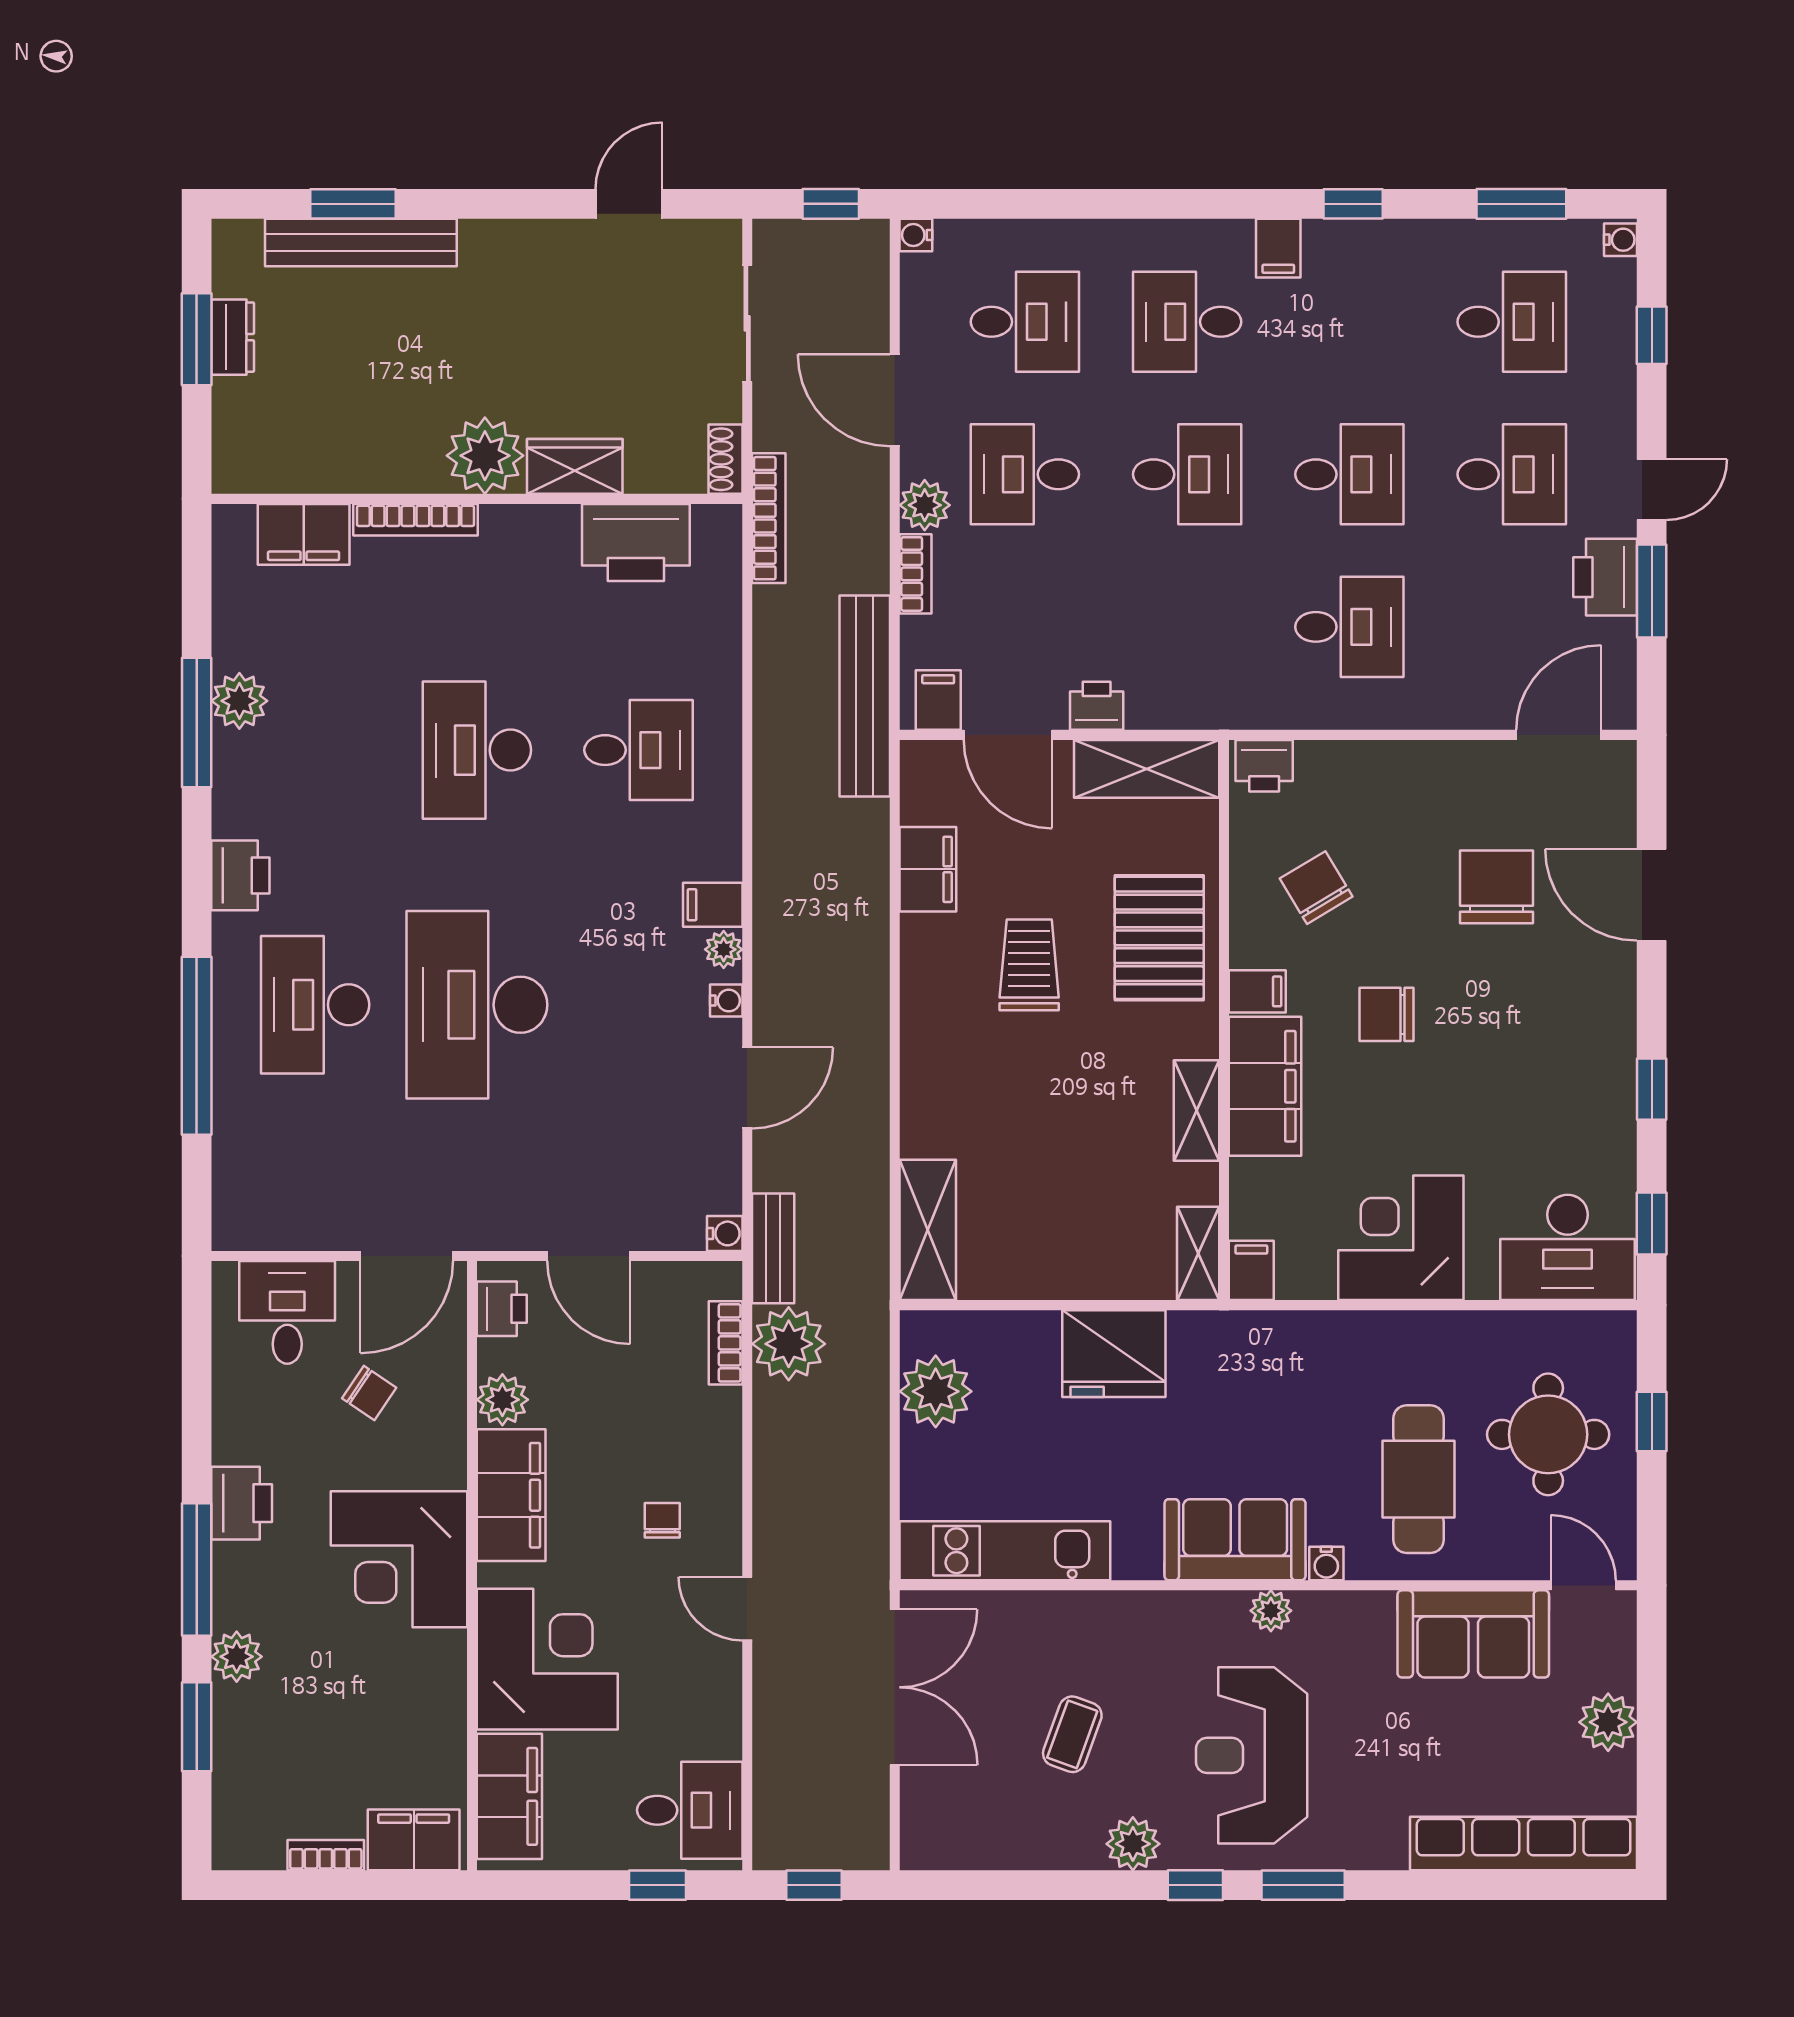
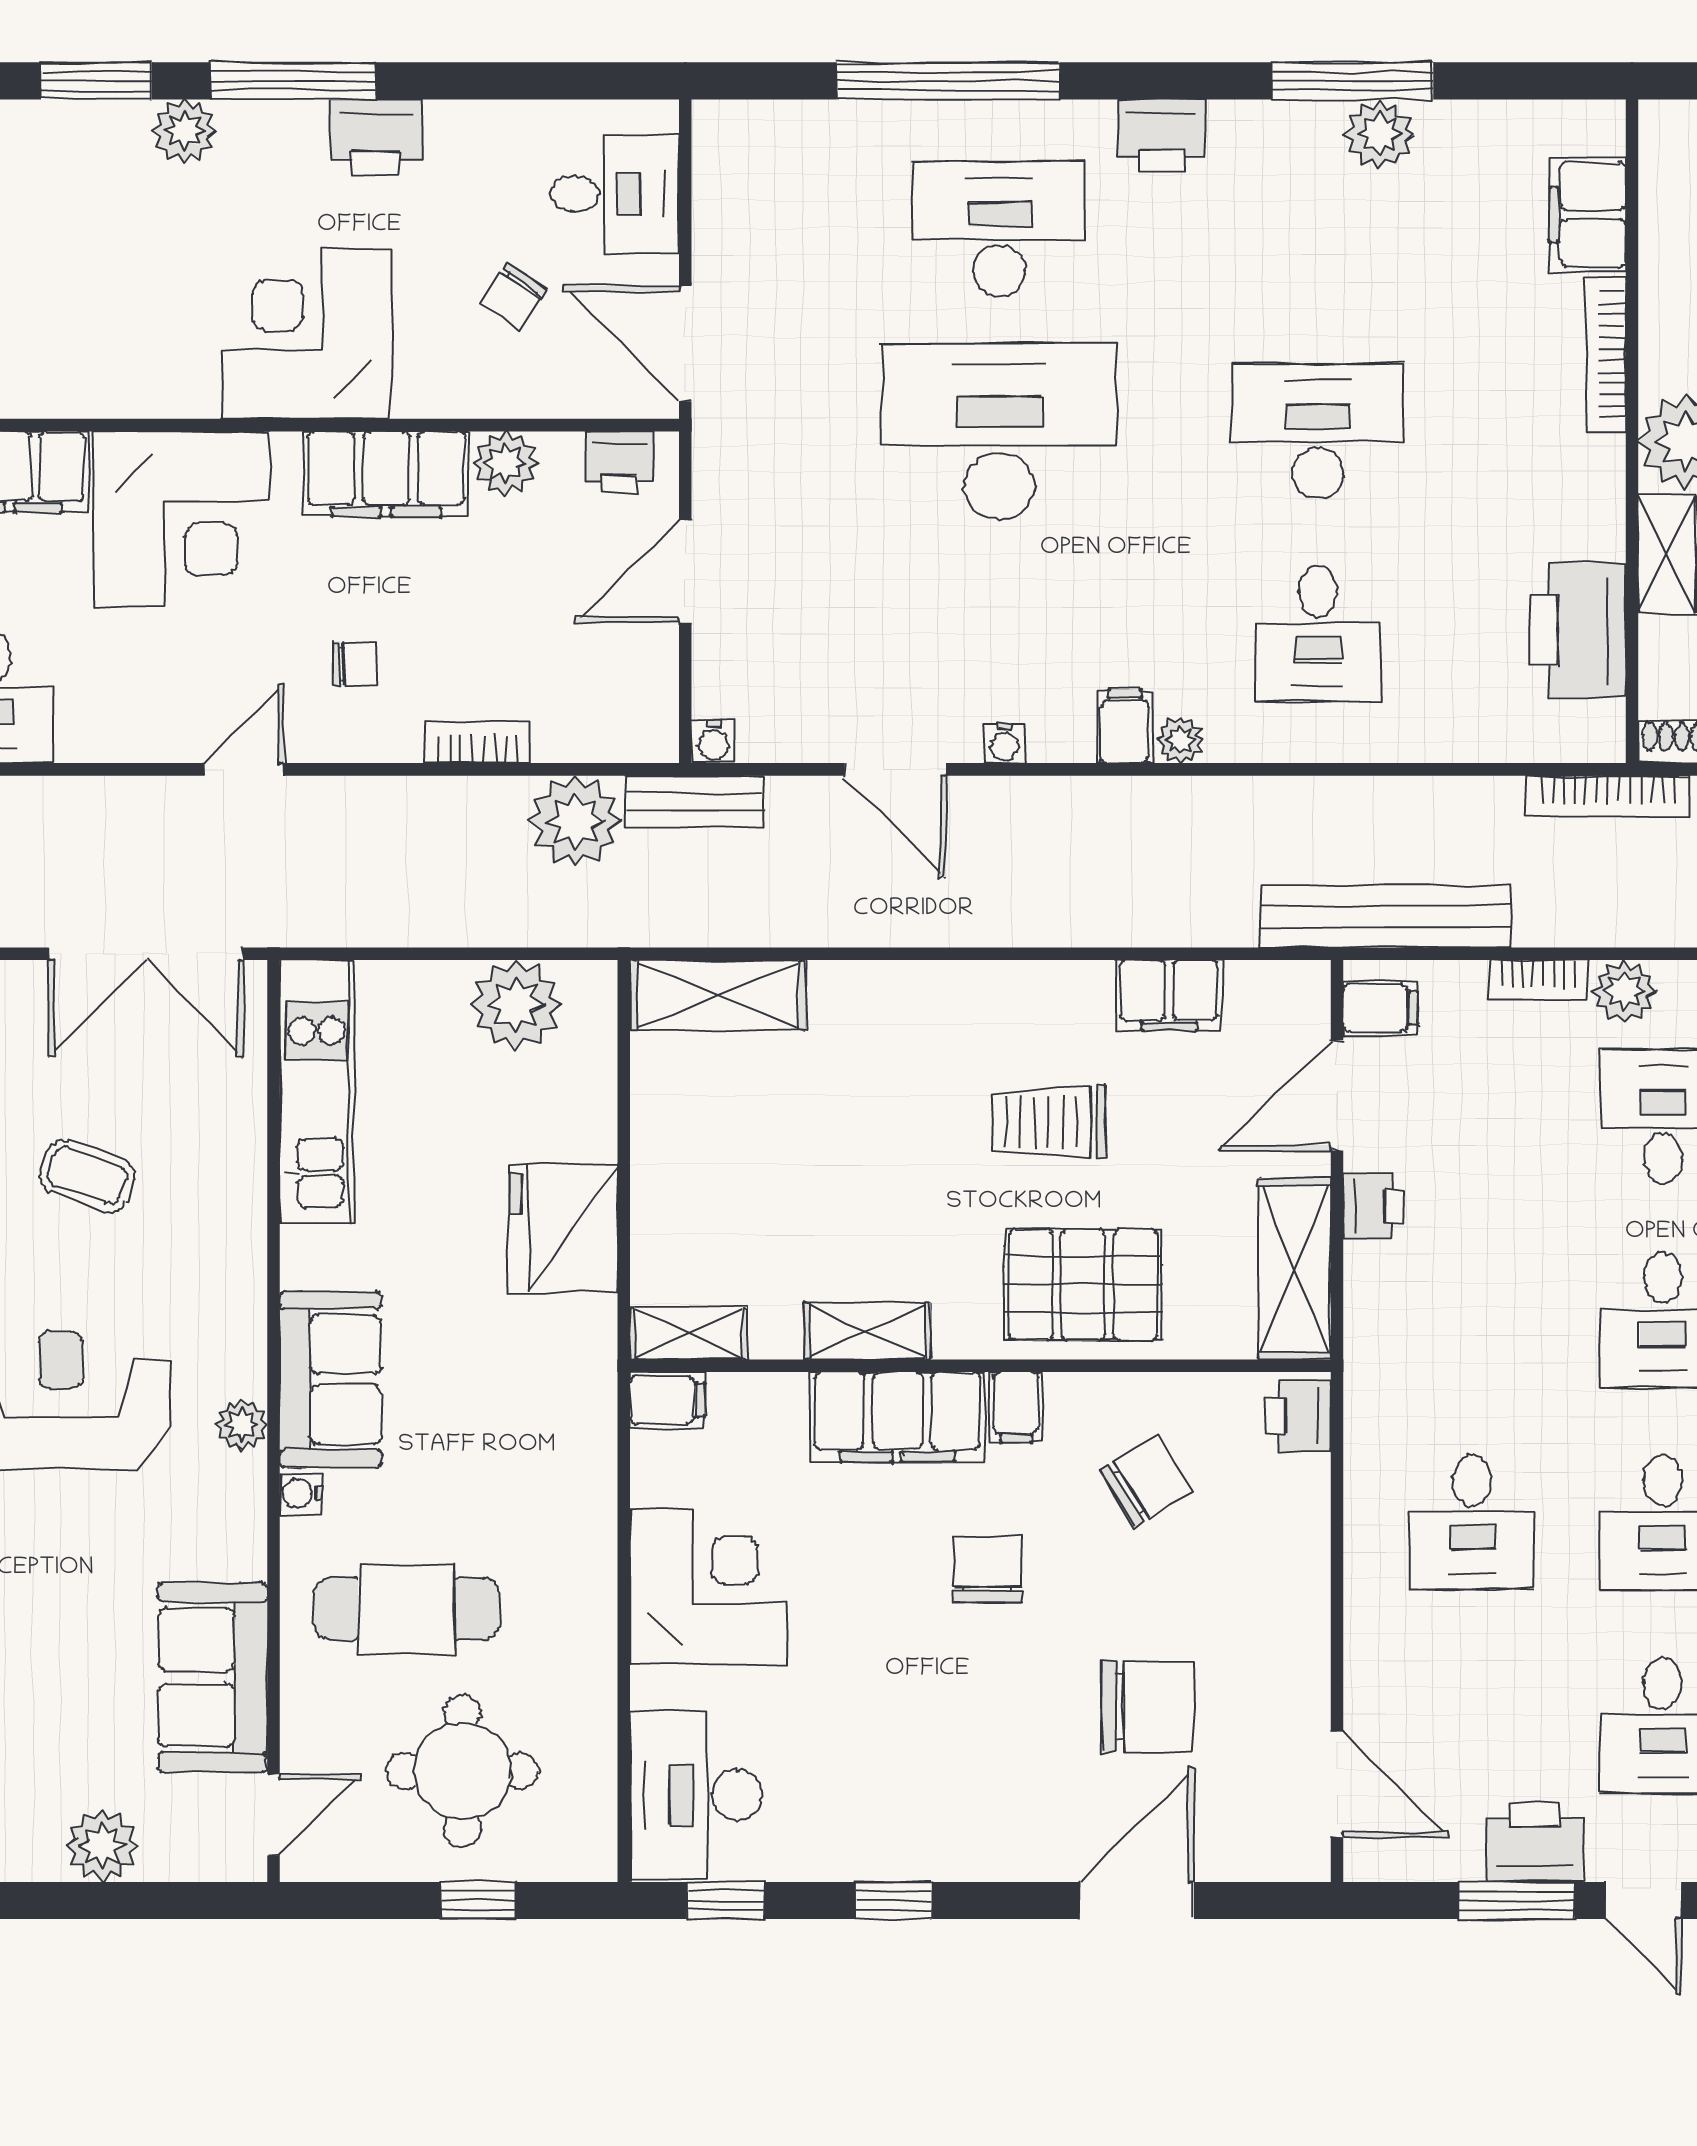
plant: (724, 949) -> (1180, 740), moved
trolley: (1029, 965) -> (1049, 1122), turned 180
bookcase: (726, 1343) -> (478, 742), moved

